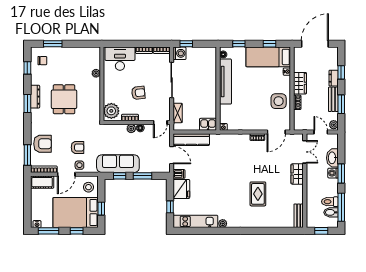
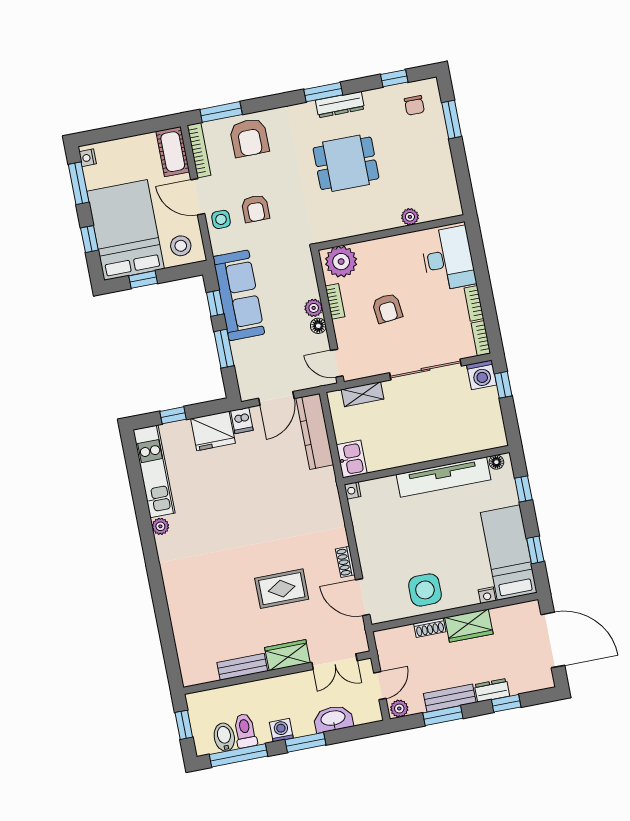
washing machine: (333, 173) -> (281, 730), moved
rug: (258, 194) -> (282, 589), moved
bench: (299, 216) -> (242, 667), moved

